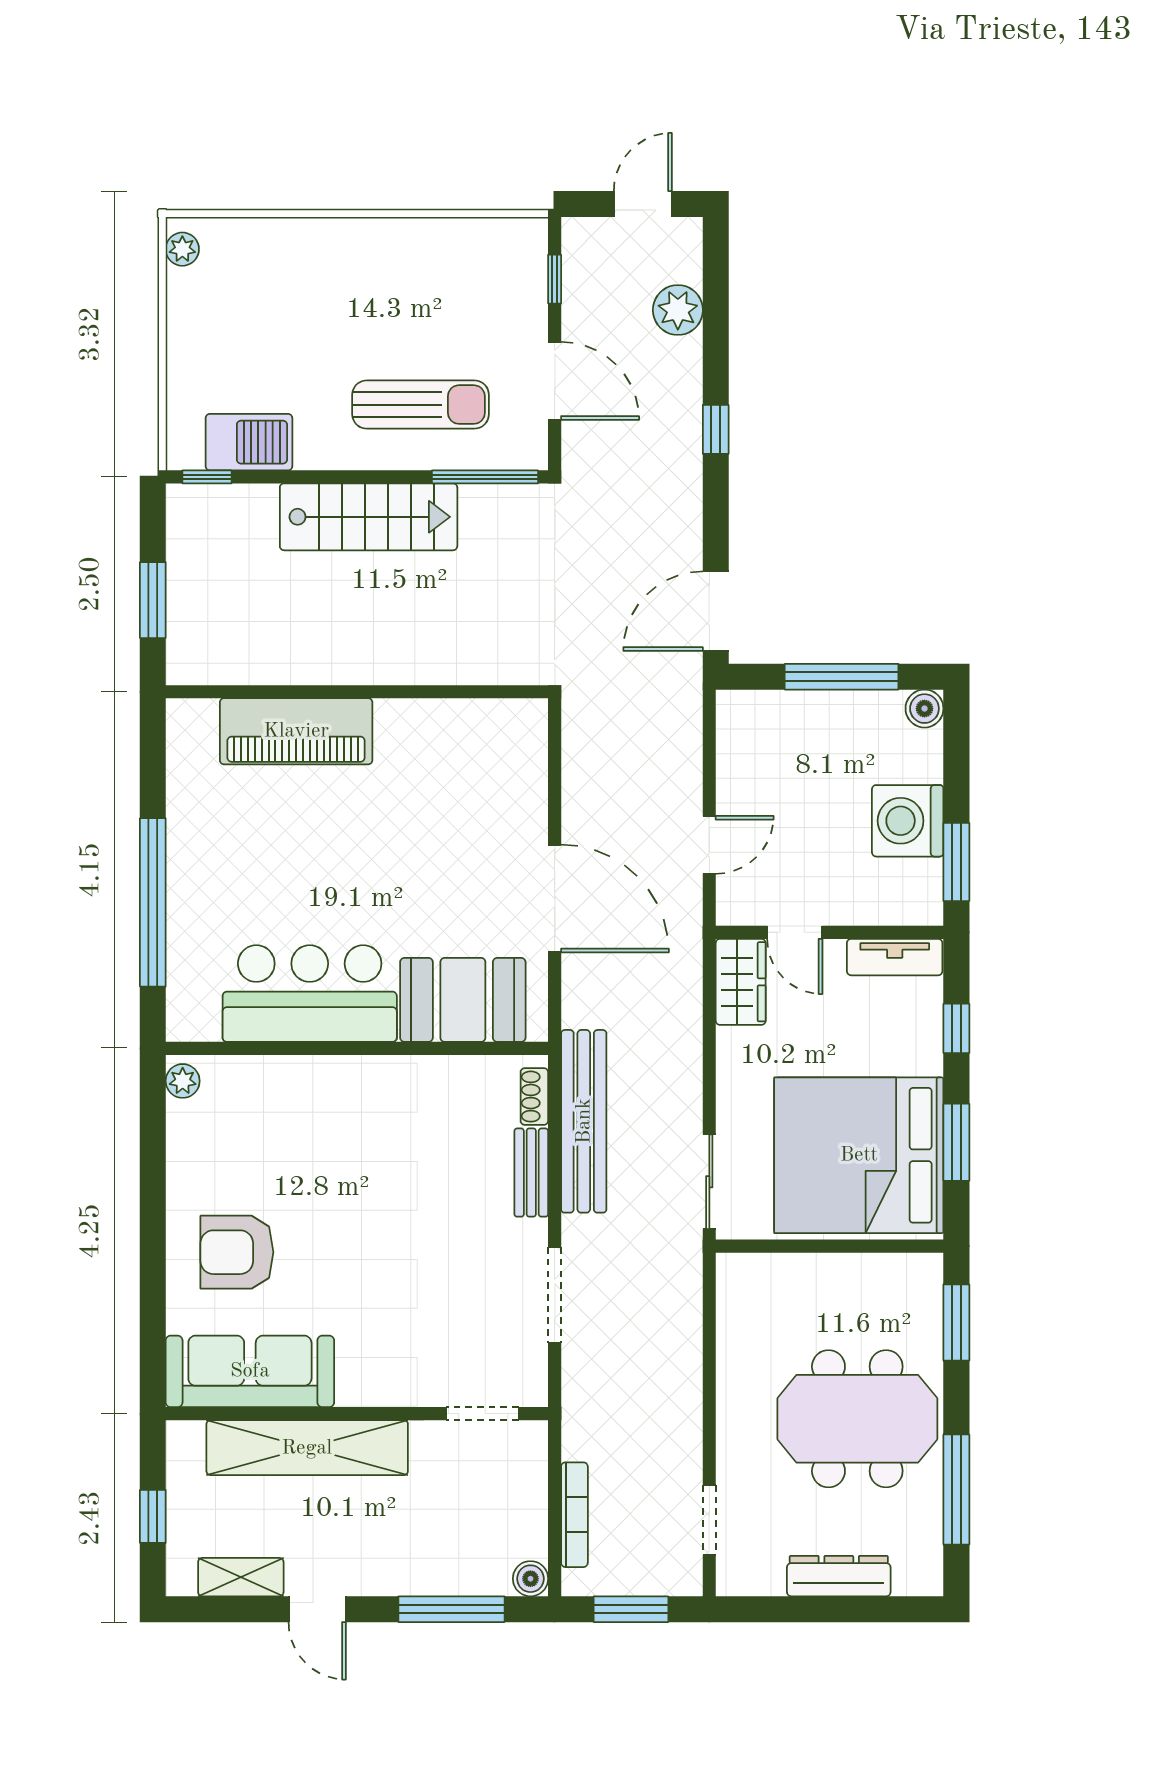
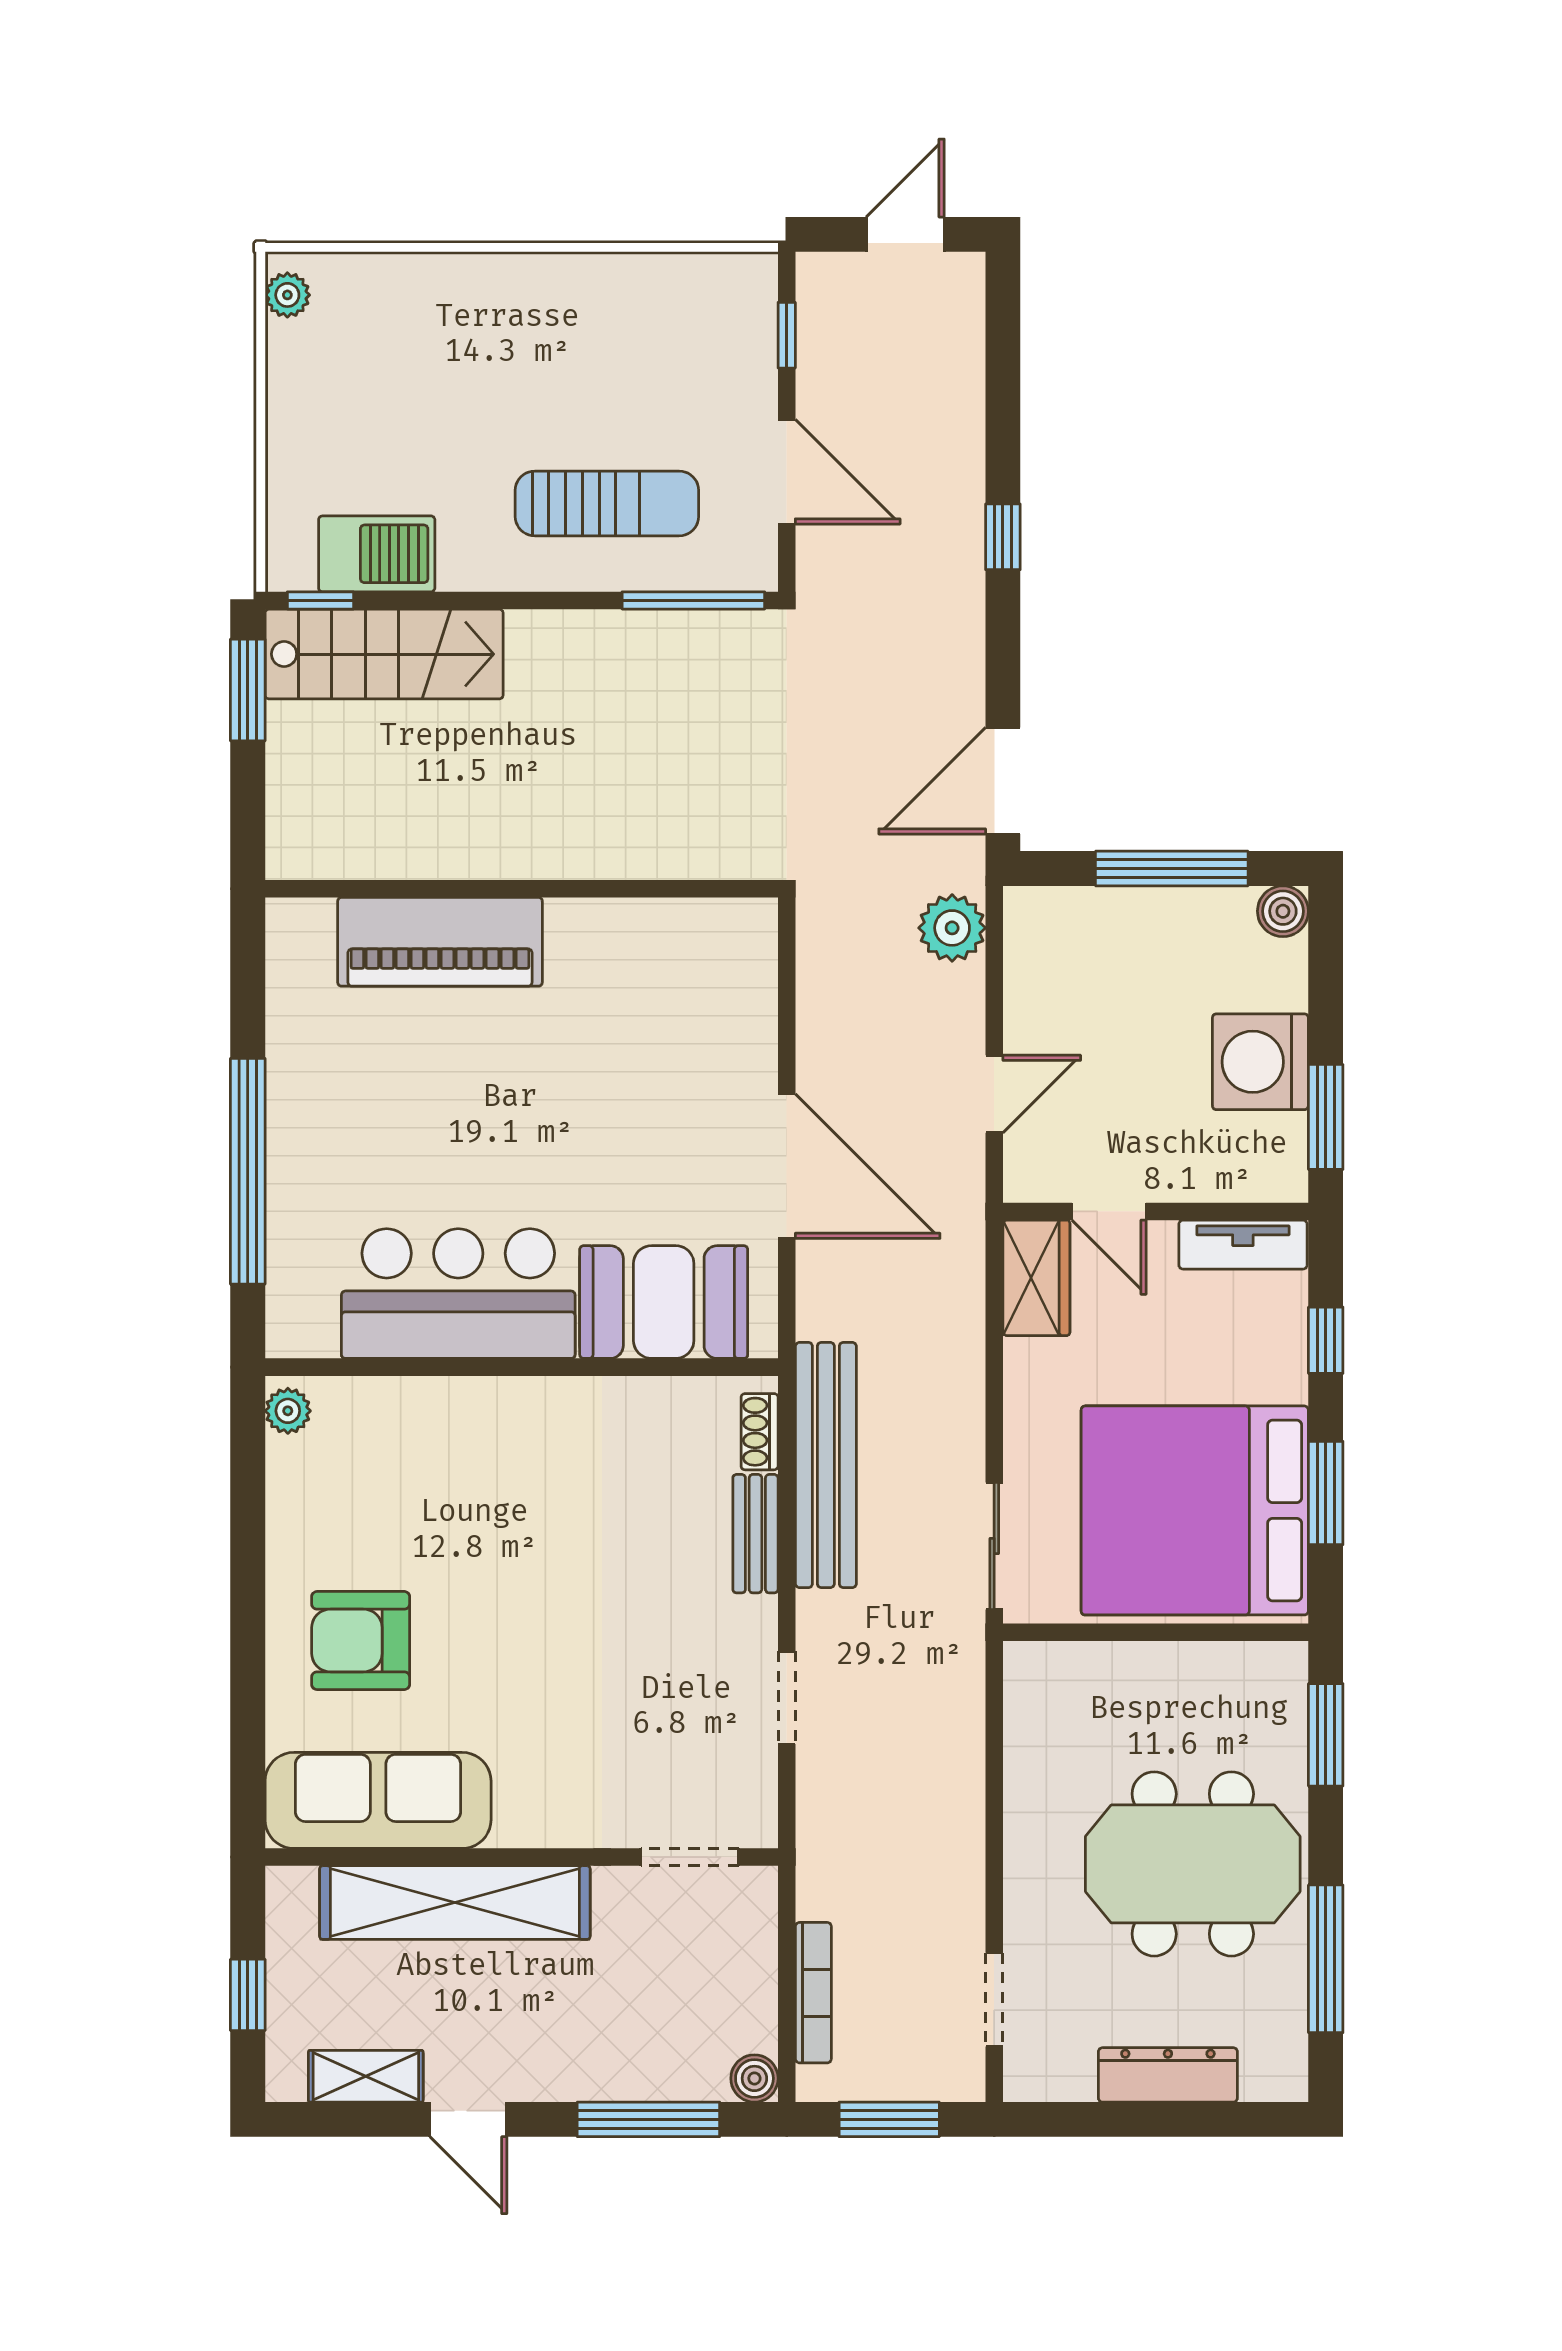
plant: (678, 310) -> (952, 928), moved
stairs: (369, 517) -> (384, 654), moved
window: (153, 600) -> (248, 690), moved
doorway: (555, 1295) -> (787, 1698), width x0.73

